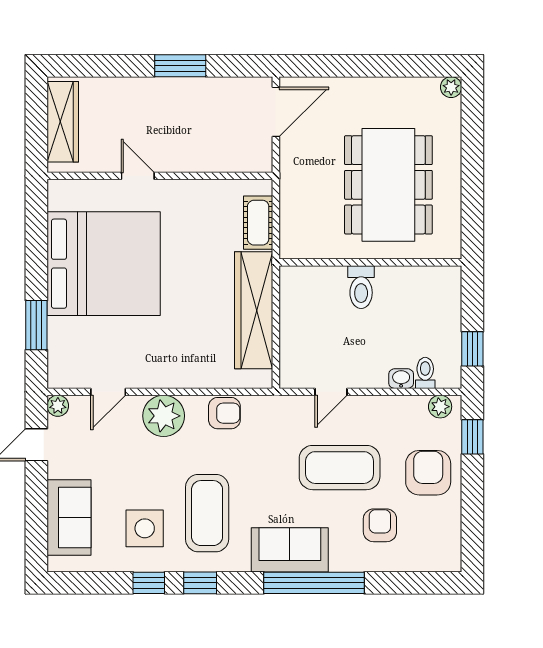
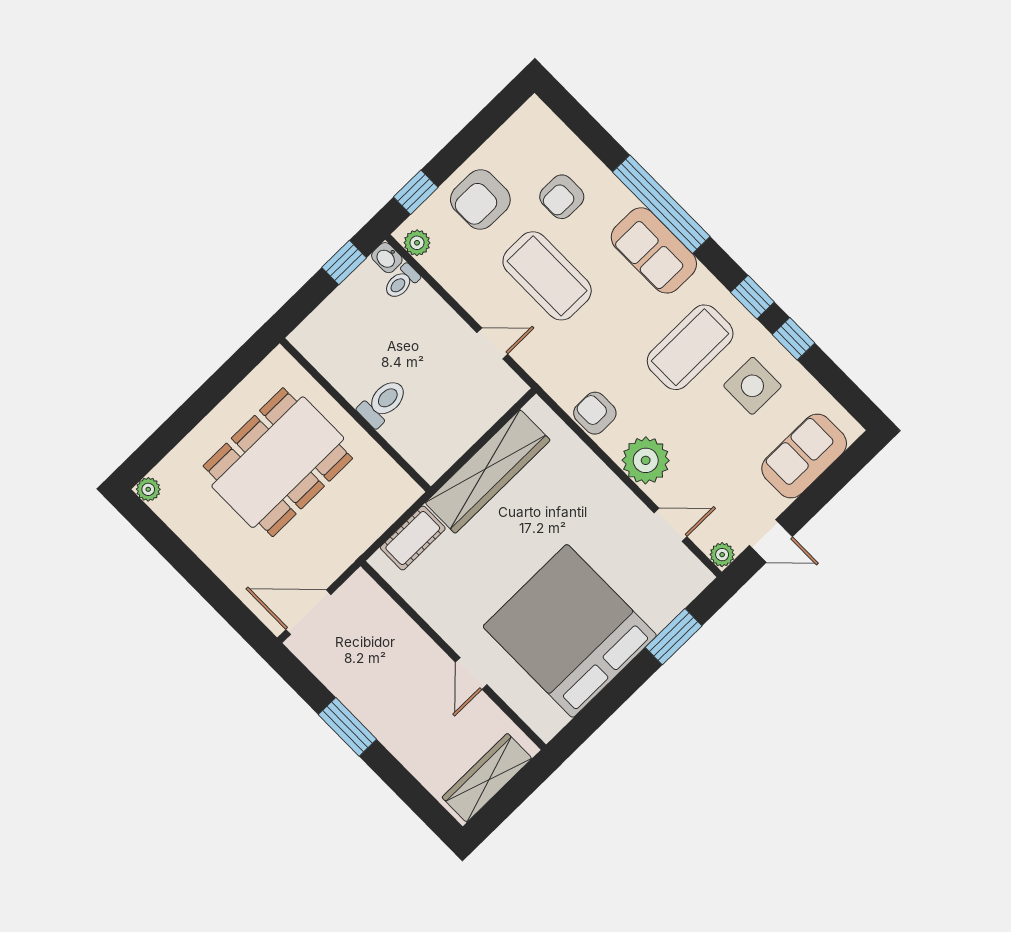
washbasin: (401, 379) -> (387, 258), moved

